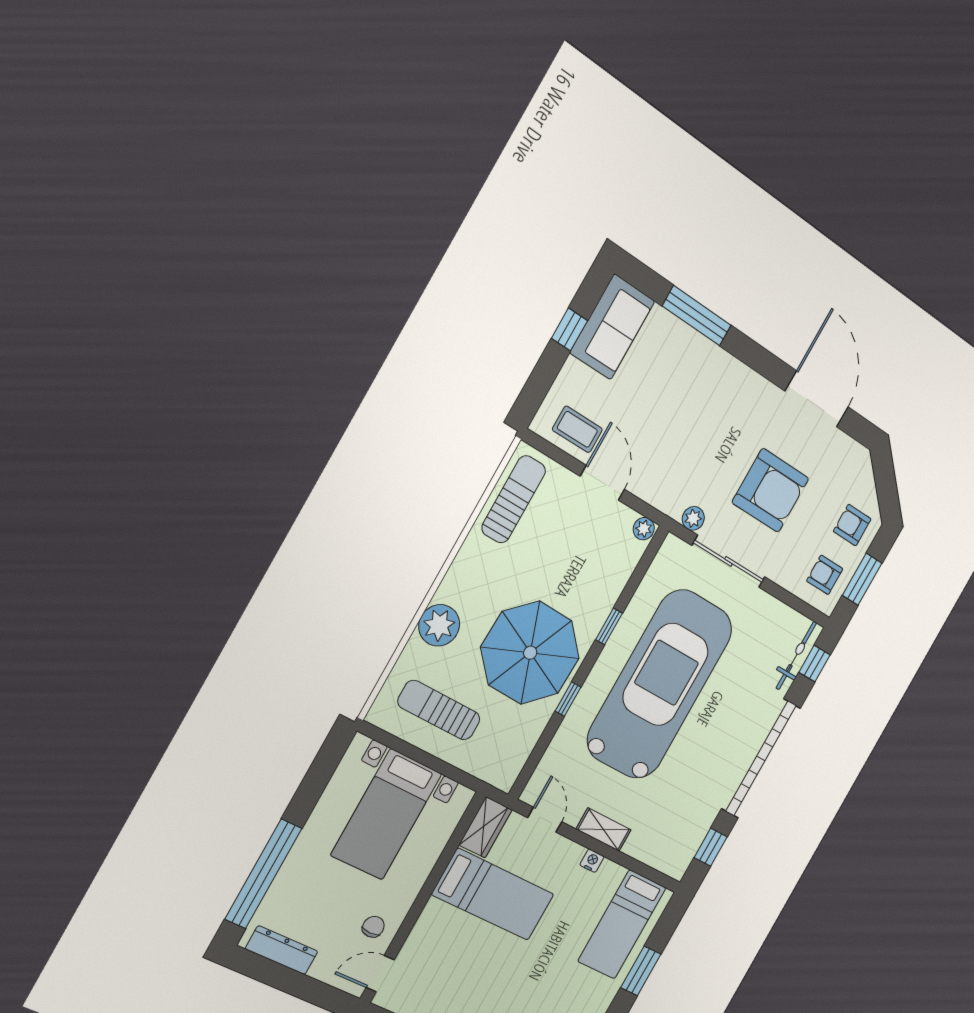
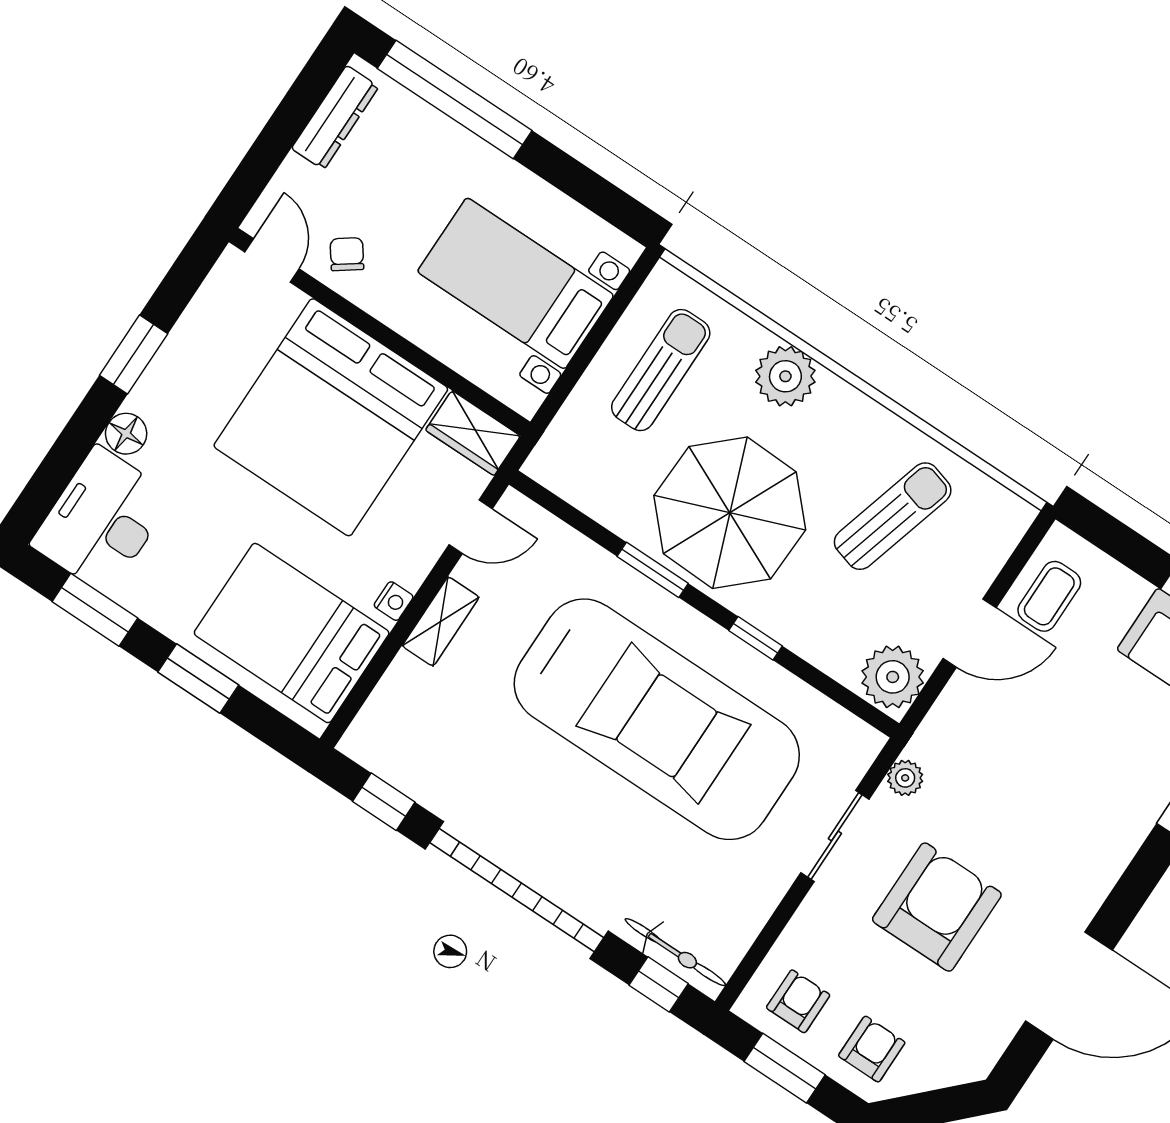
armchair: (770, 490) -> (937, 907), turned 180
sun lounger: (514, 499) -> (893, 516), moved, turned -74
plant: (644, 529) -> (893, 677), width x1.87, depth x1.87
sliding door: (729, 561) -> (835, 836), width x0.73
window: (568, 699) -> (653, 570), width x1.50
bed: (493, 894) -> (331, 417), width x2.04
bed: (622, 924) -> (292, 633), width x1.50
chair: (373, 927) -> (347, 254), turned -126

